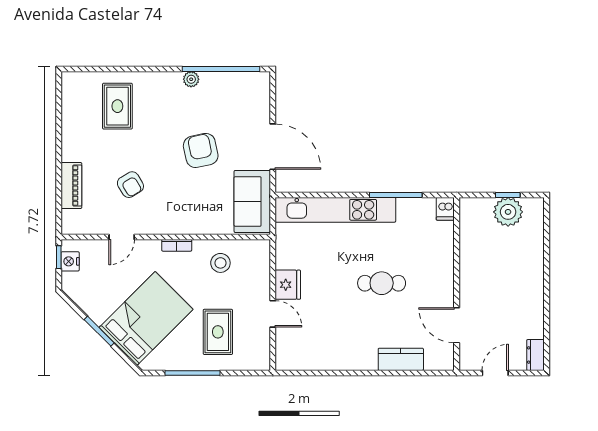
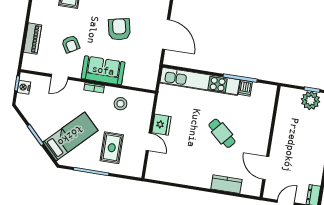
sofa: (252, 201) -> (103, 70), moved, turned 90
dishwasher: (445, 209) -> (245, 88), moved
cafe table: (382, 283) -> (222, 133), turned 41
bed: (146, 318) -> (70, 136), width x0.67

